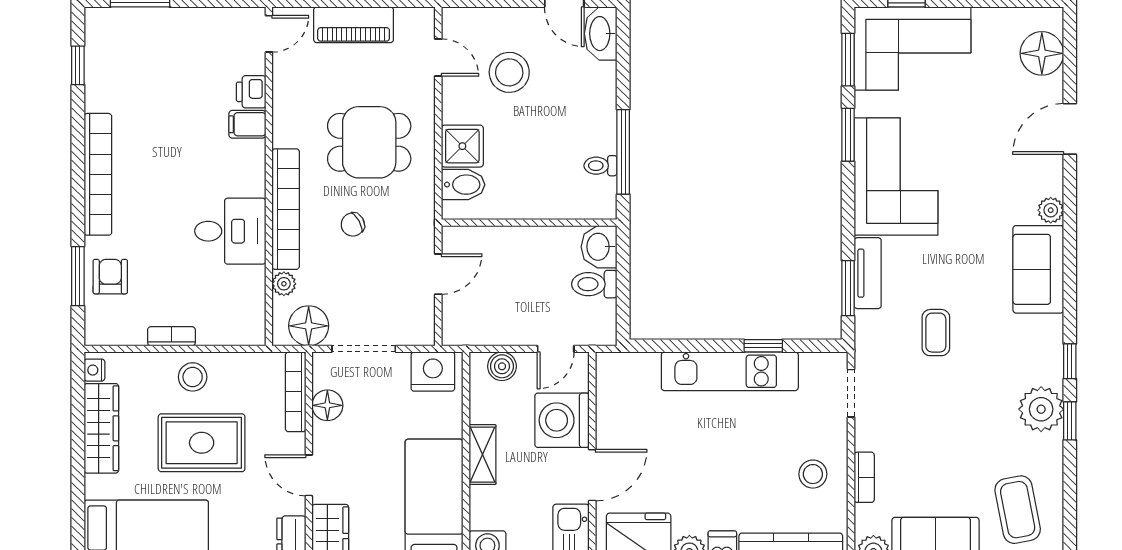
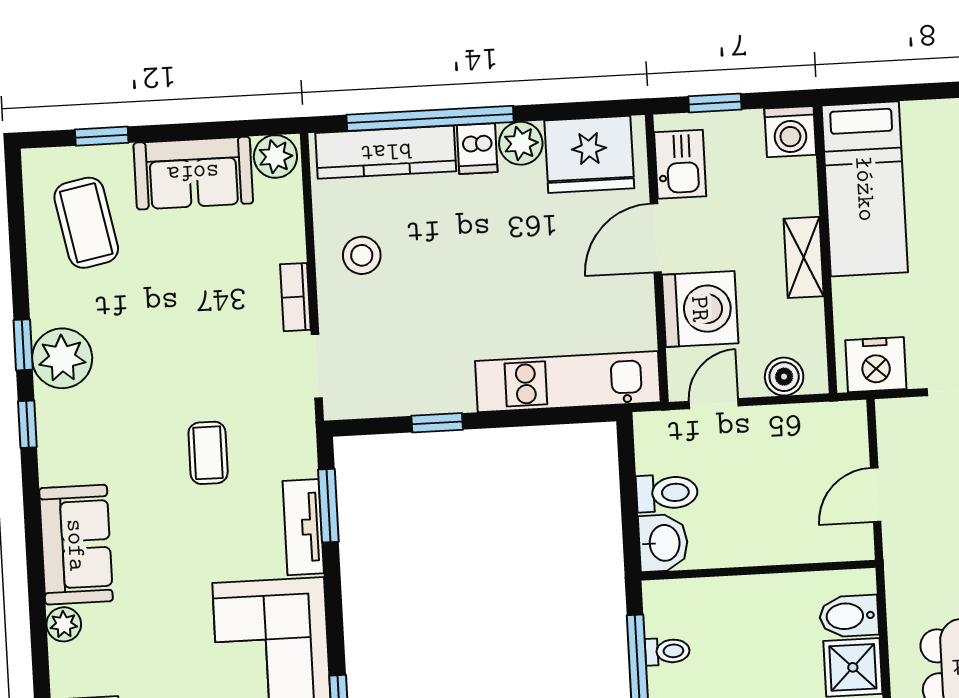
kitchen unit: (730, 371) -> (568, 382), moved
bookcase: (864, 477) -> (295, 297), moved

